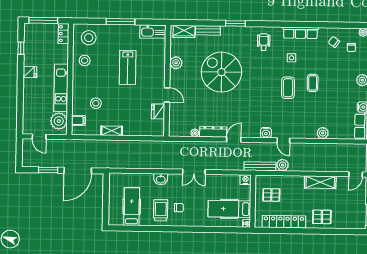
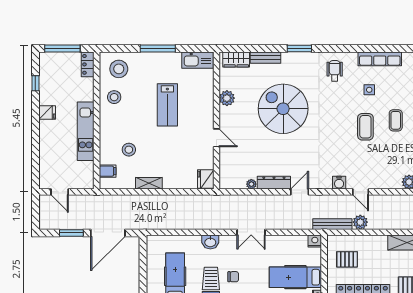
fridge: (158, 111) -> (206, 179), moved
plant: (59, 121) -> (84, 172), removed

